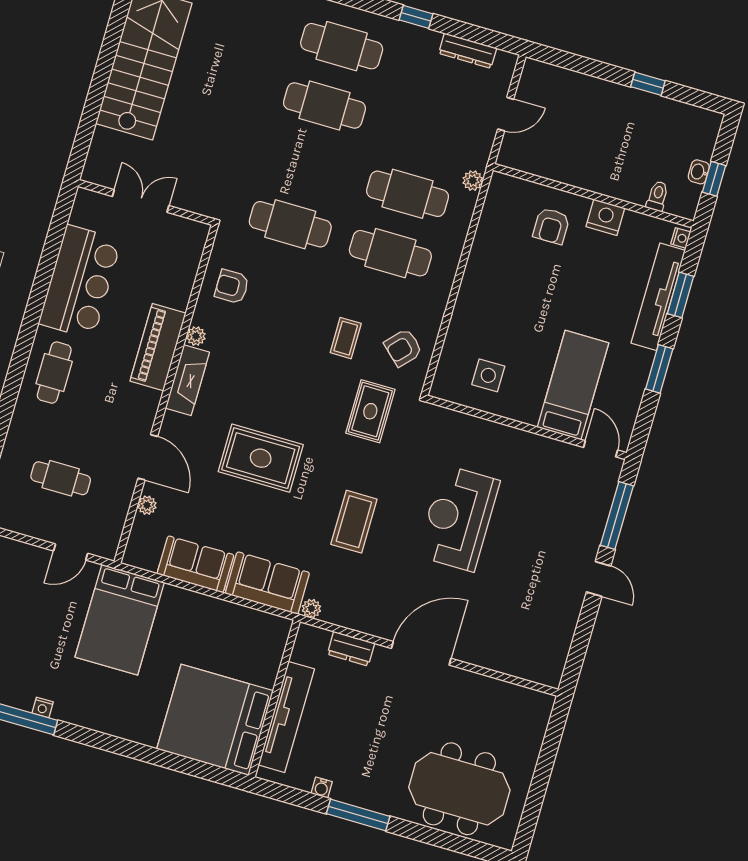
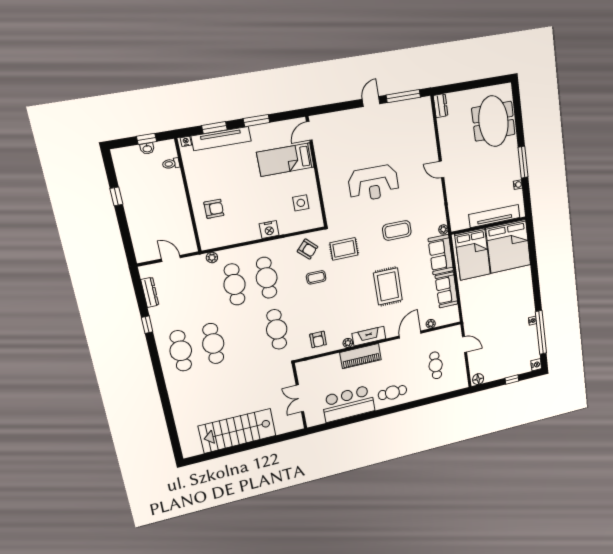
nightstand: (605, 217) -> (269, 230), moved, turned -90
window: (617, 516) -> (403, 96), moved
bed: (120, 620) -> (473, 254), moved, turned 90
dresser: (351, 649) -> (441, 106), moved
door: (421, 653) -> (442, 169), width x0.53

